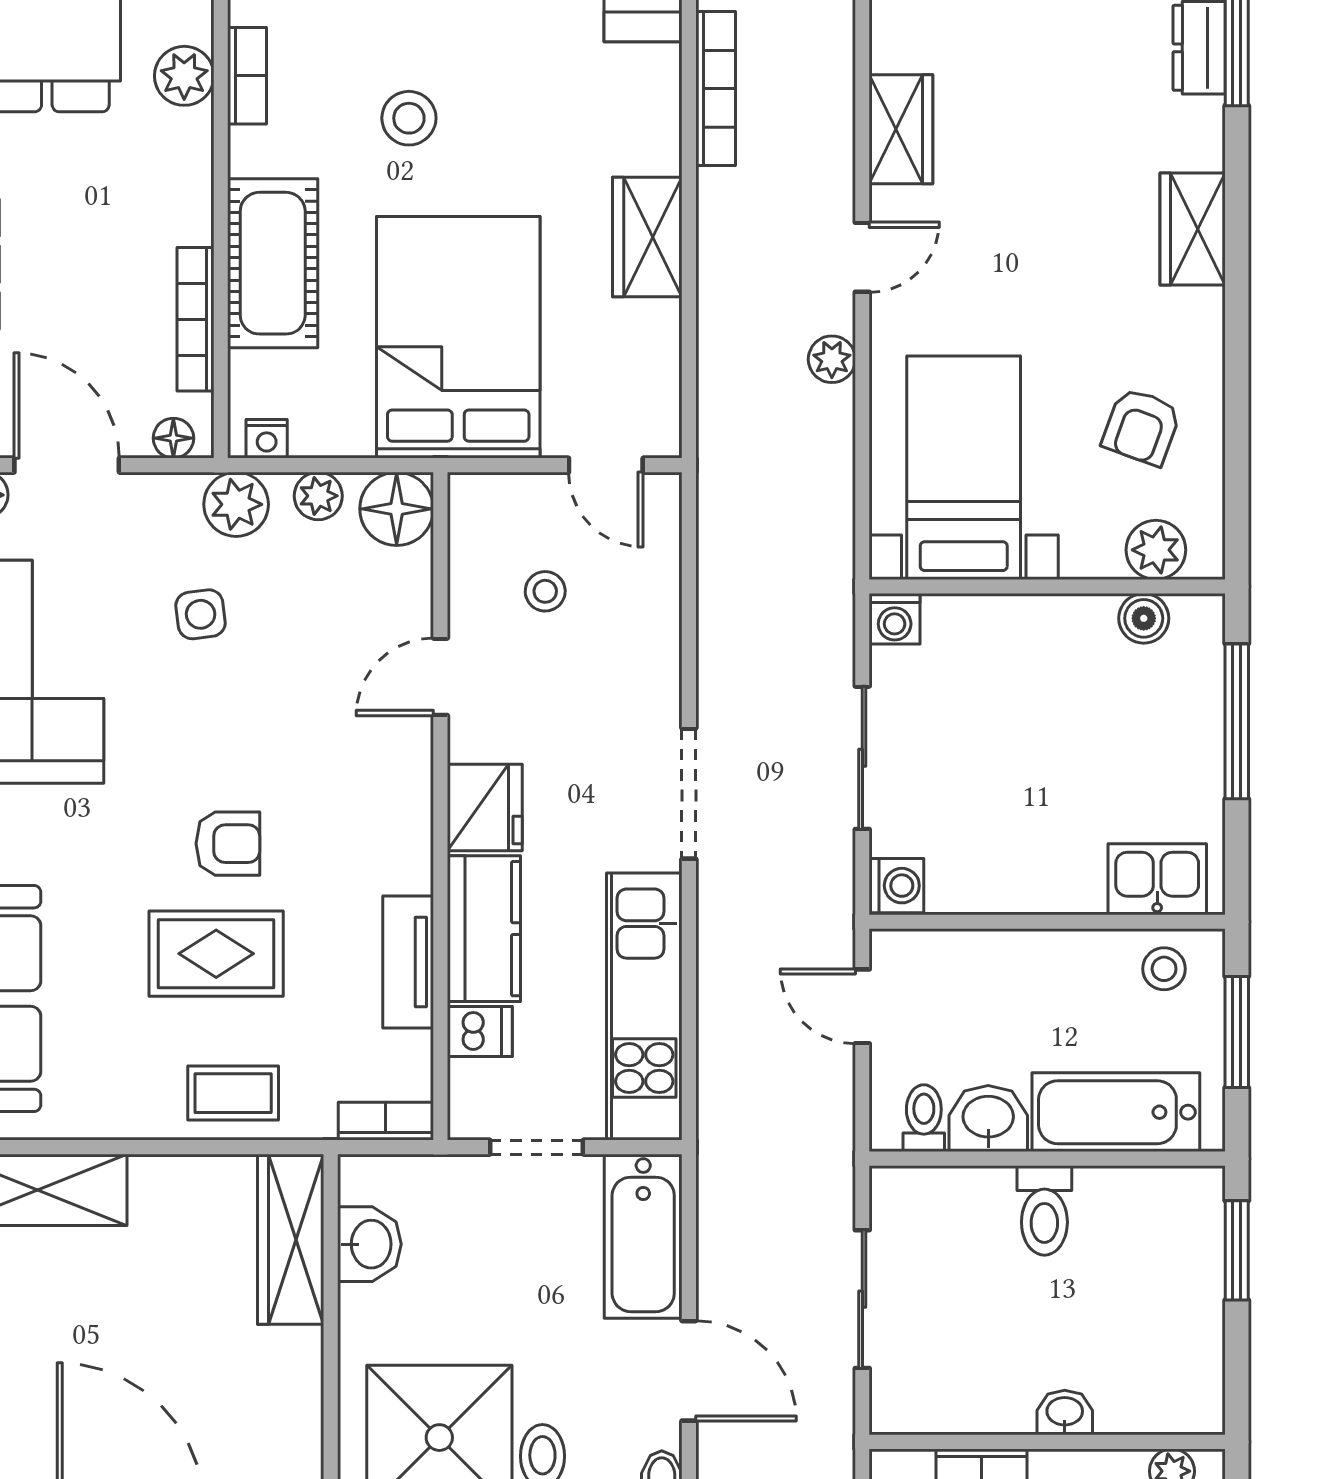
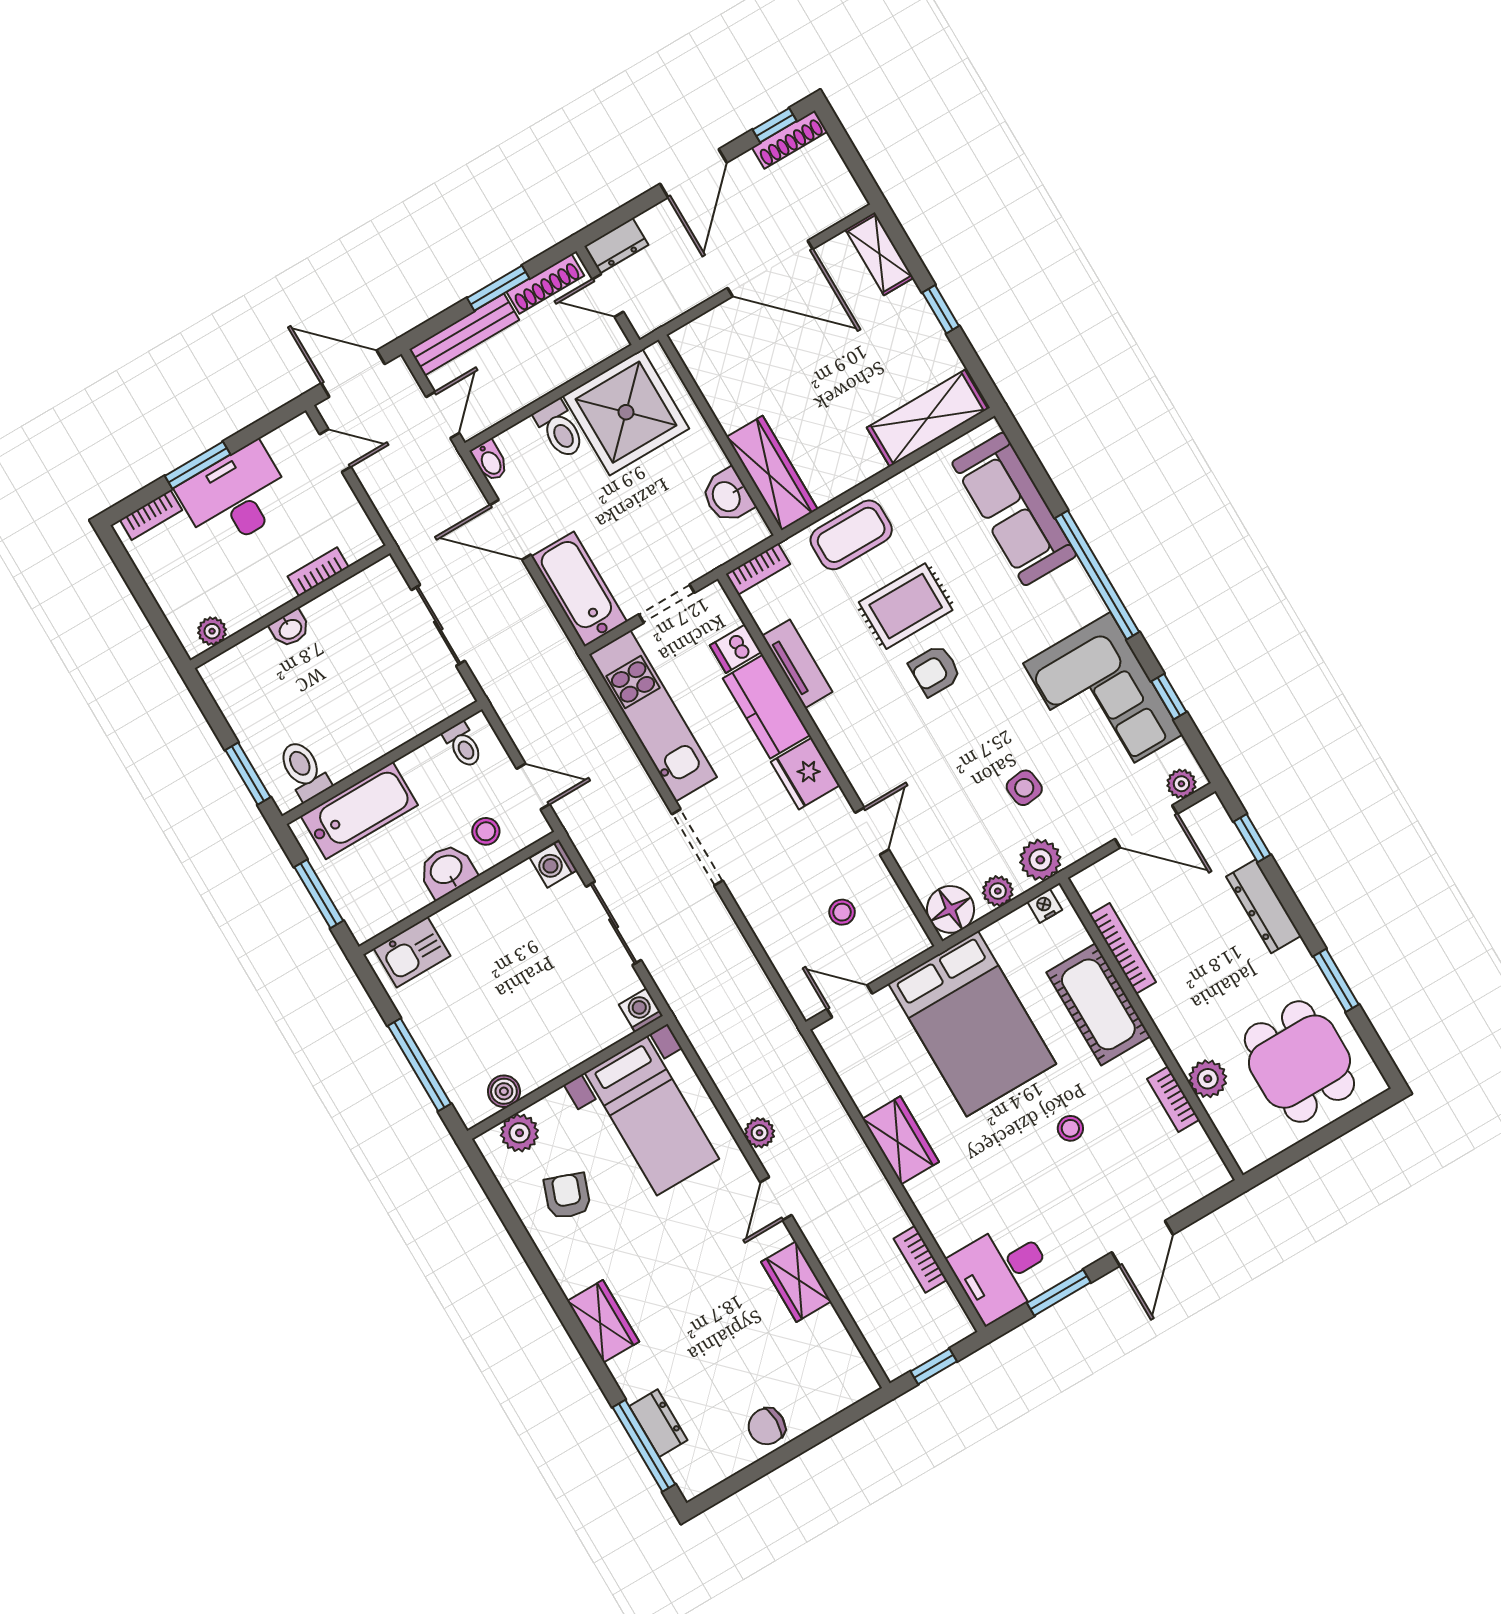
bookcase: (716, 89) -> (920, 1259), width x0.64
stool: (409, 118) -> (1070, 1128), width x0.73, depth x0.73
floor lamp: (173, 438) -> (1096, 876), removed
stool: (1164, 969) -> (486, 831), moved
coffee table: (233, 1093) -> (851, 535), width x1.36, depth x1.30
washbasin: (988, 1119) -> (447, 870), moved, turned 180
toilet: (1044, 1210) -> (304, 770), moved

